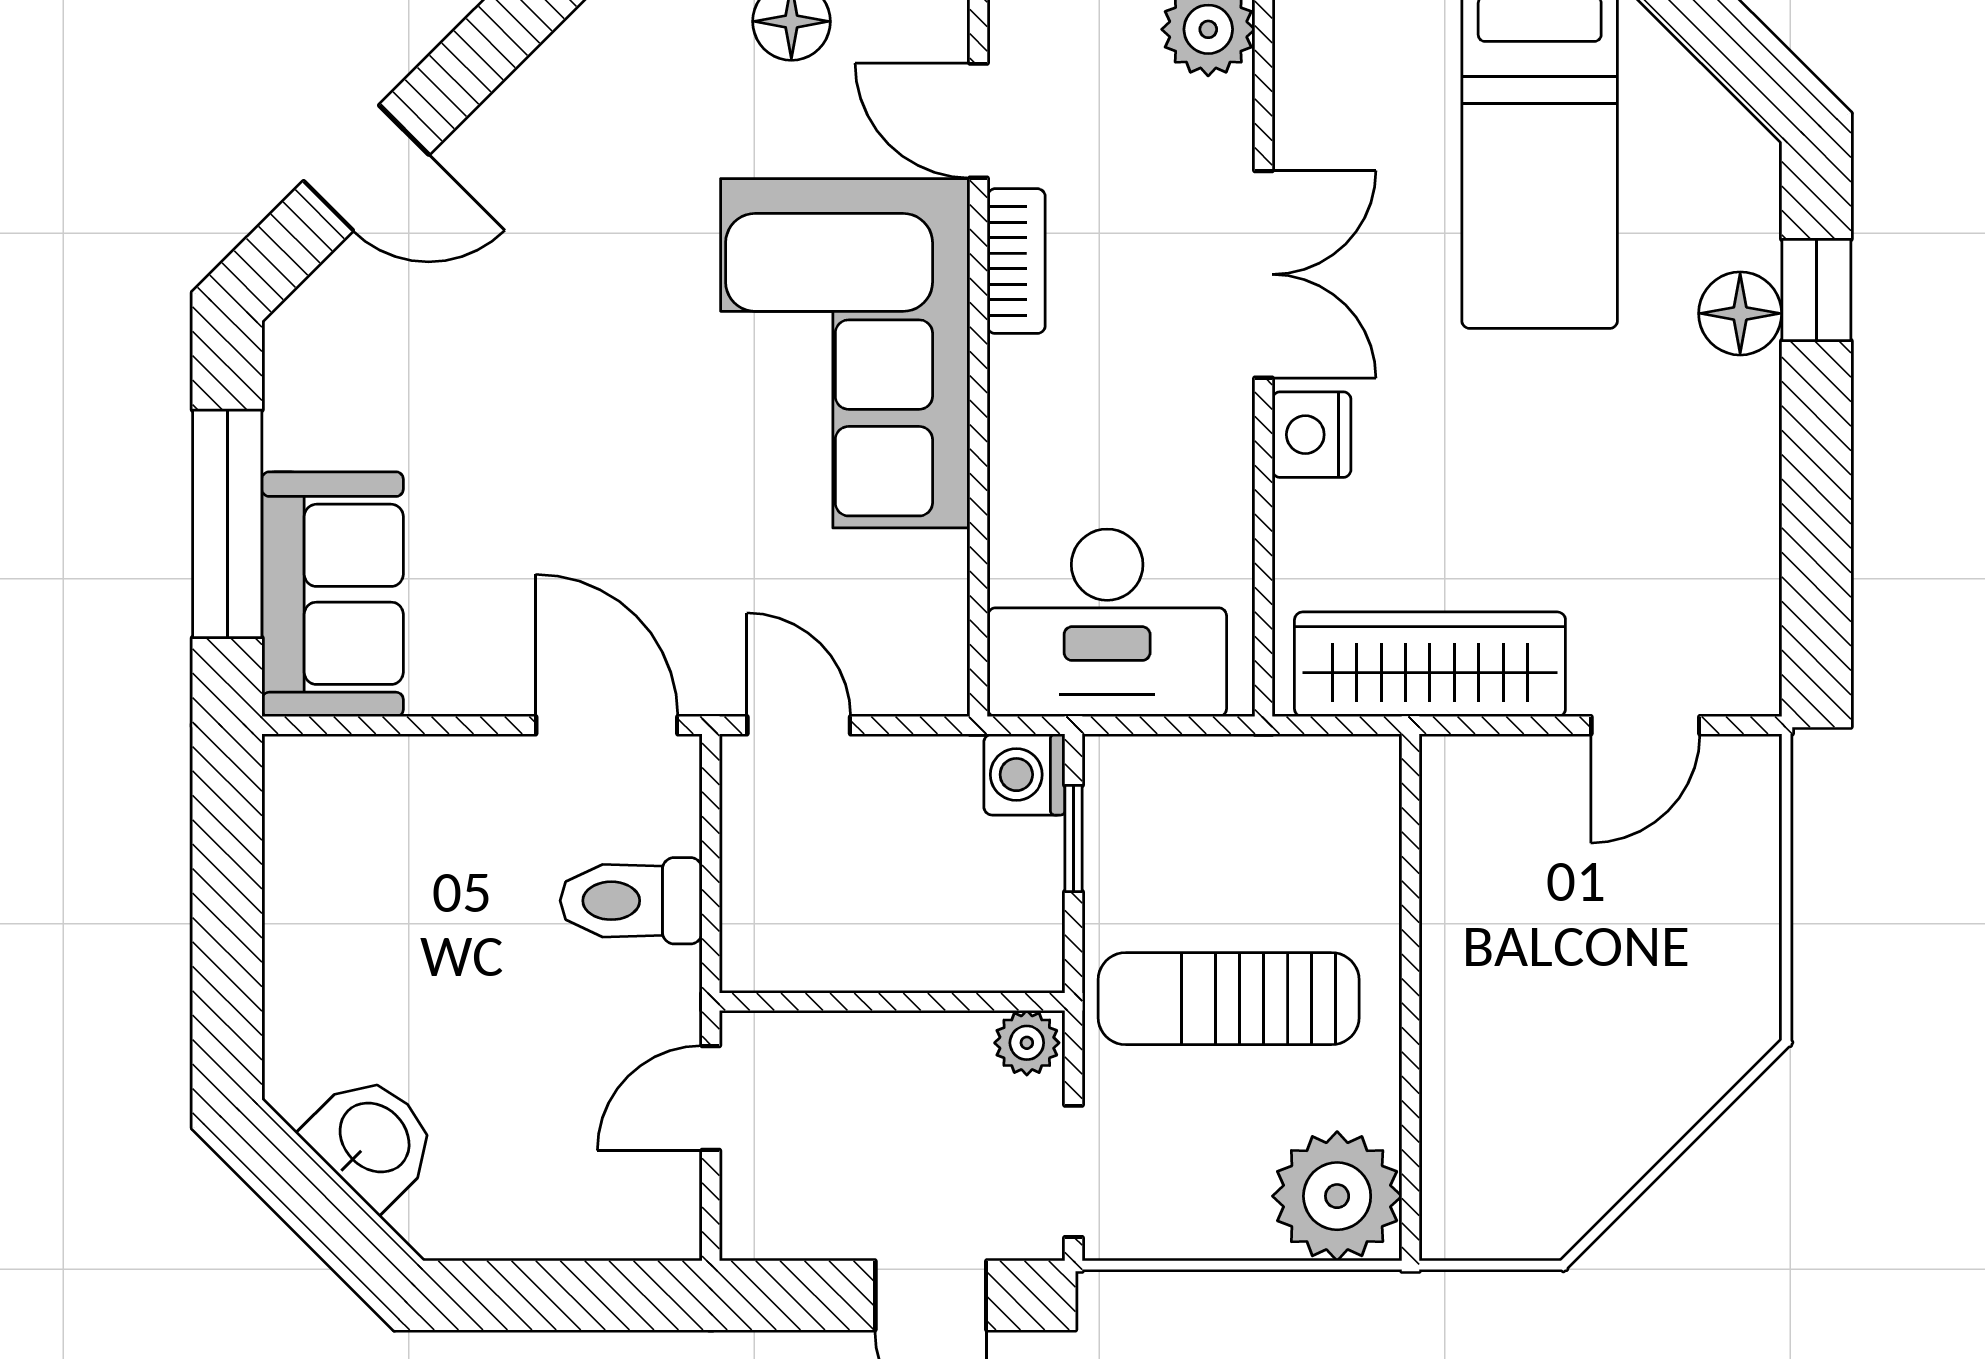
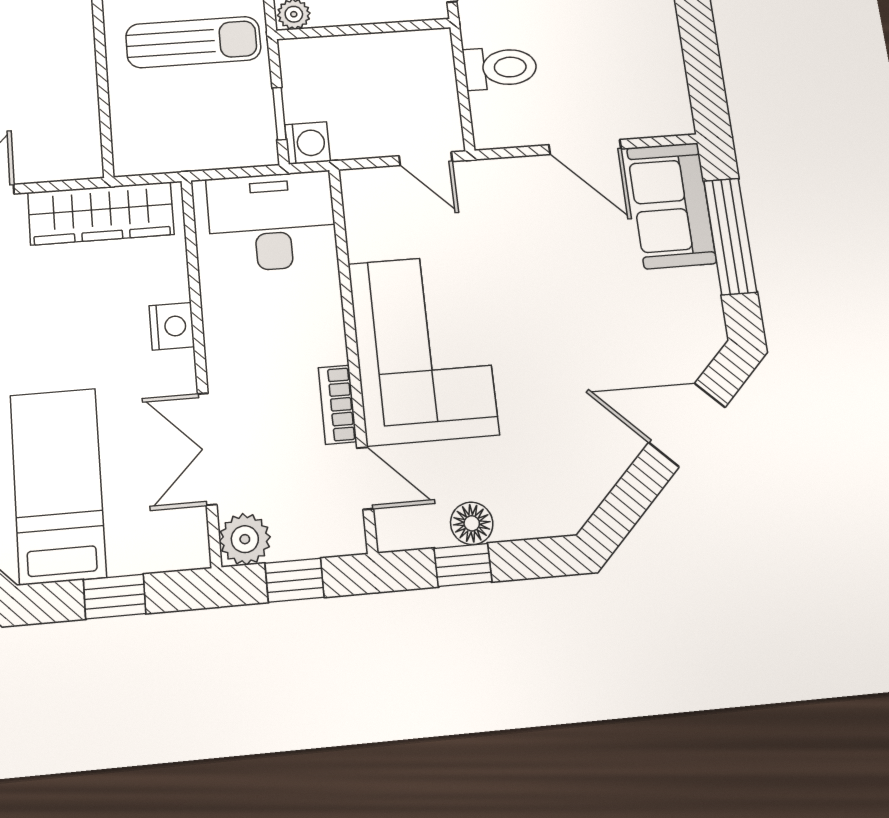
door: (366, 168) -> (687, 425), width x1.38
double door: (1264, 274) -> (207, 449), moved
door: (607, 725) -> (585, 147), moved

